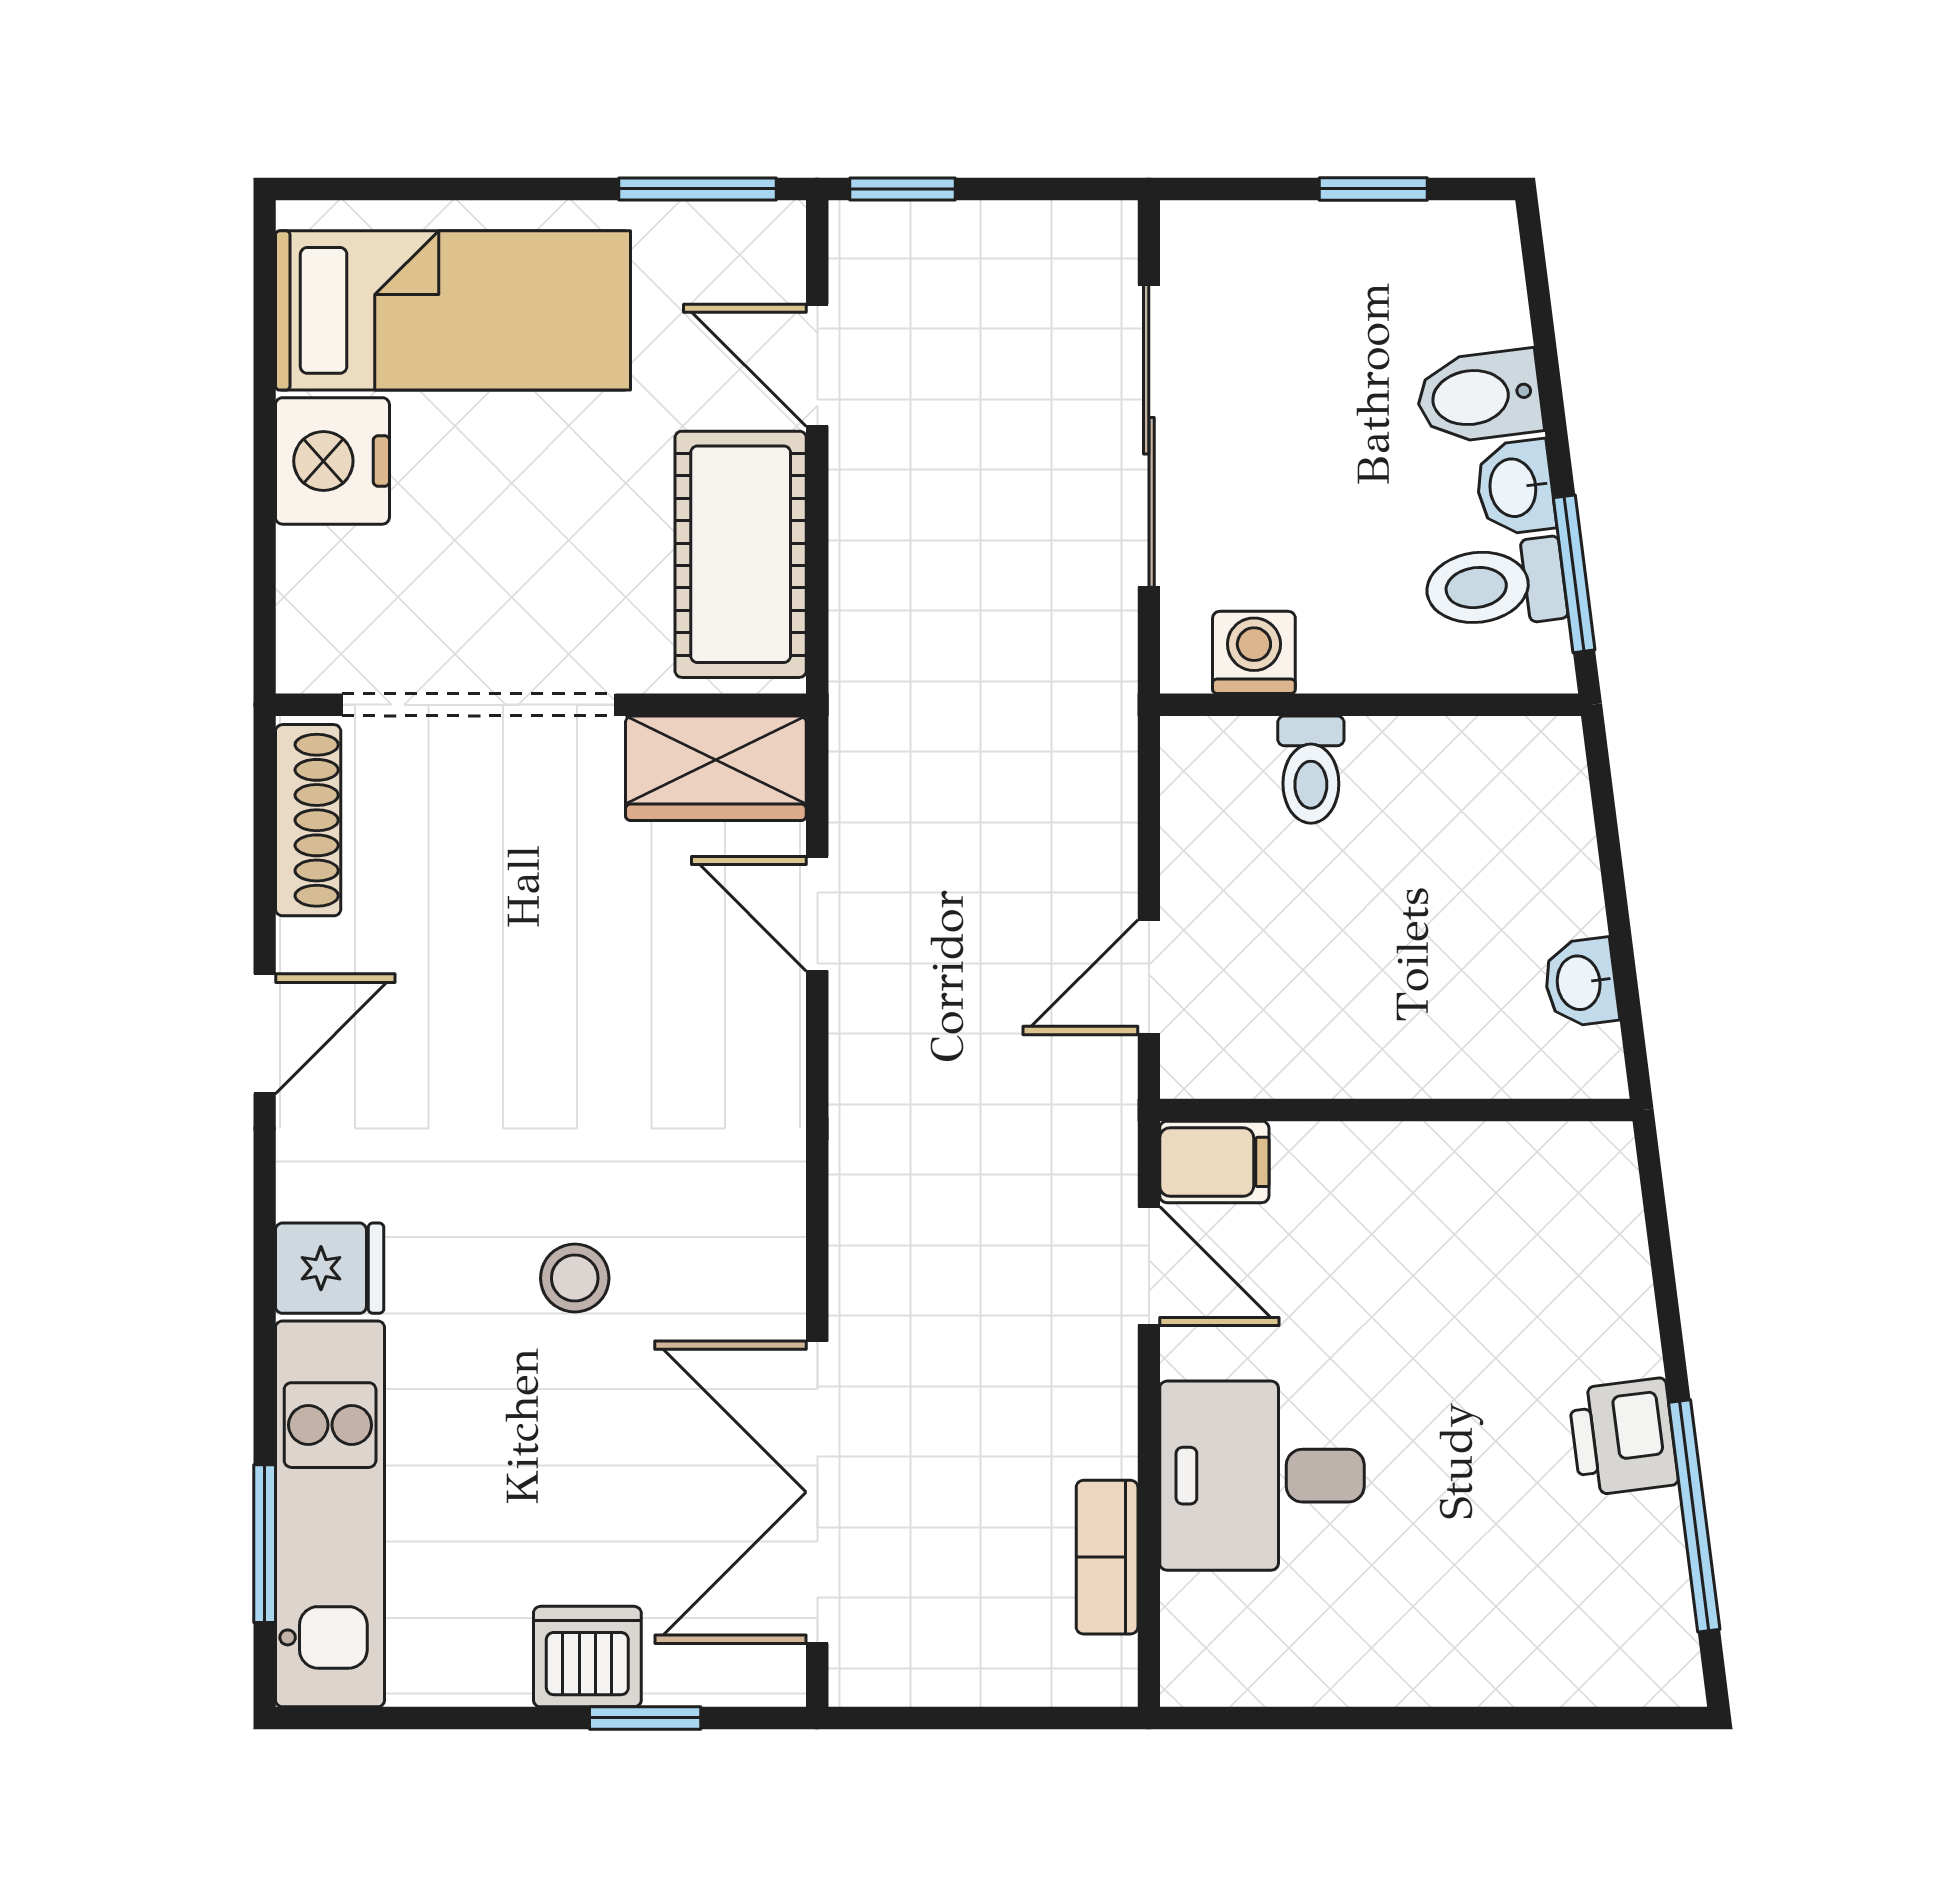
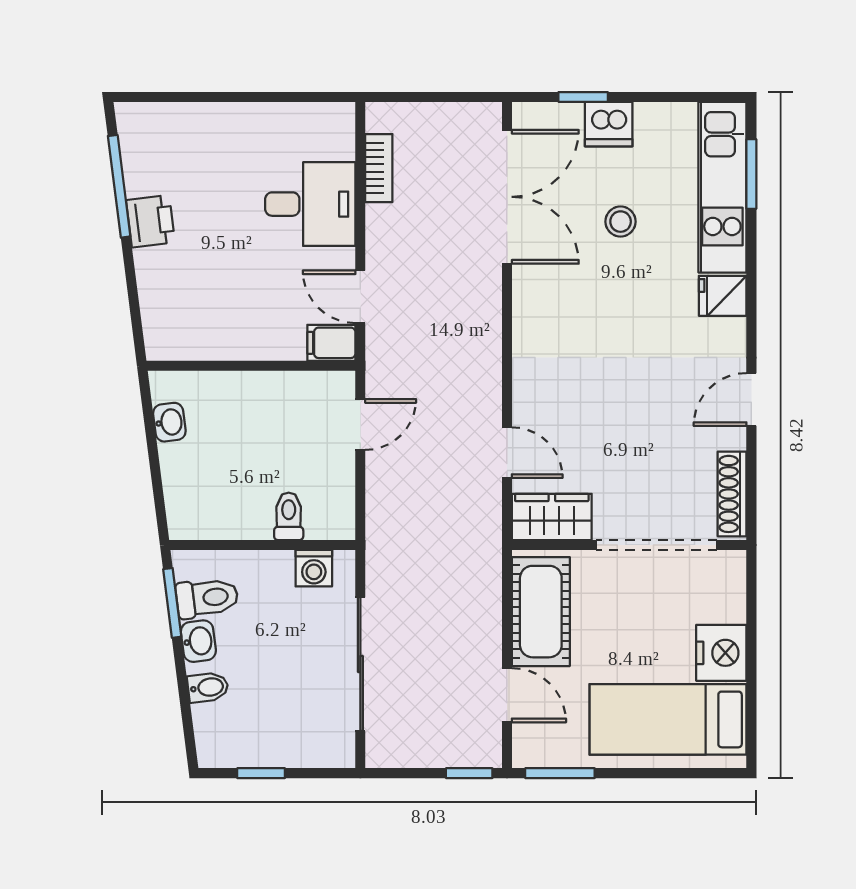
bidet: (1479, 397) -> (208, 687), width x0.72, depth x0.74
stool: (575, 1278) -> (621, 222), moved

